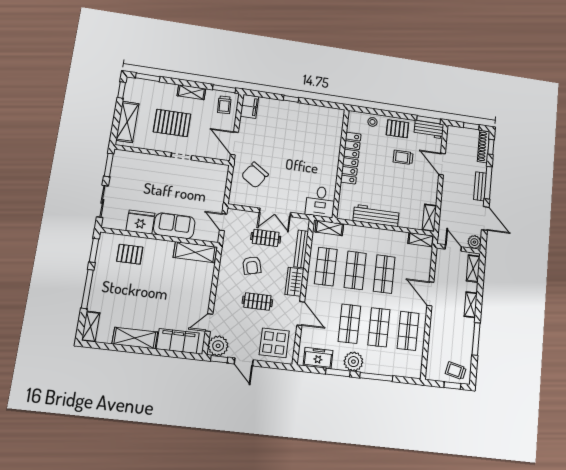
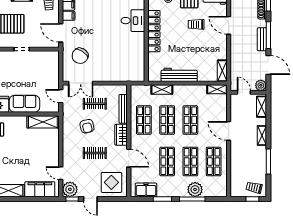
filing cabinet: (247, 124) -> (69, 16), added
desk: (320, 202) -> (133, 21), moved, turned -90
double door: (275, 212) -> (81, 83), moved
shelving: (329, 228) -> (162, 89), moved
door: (209, 323) -> (61, 173), hinge flipped
plant: (353, 362) -> (195, 190), moved

